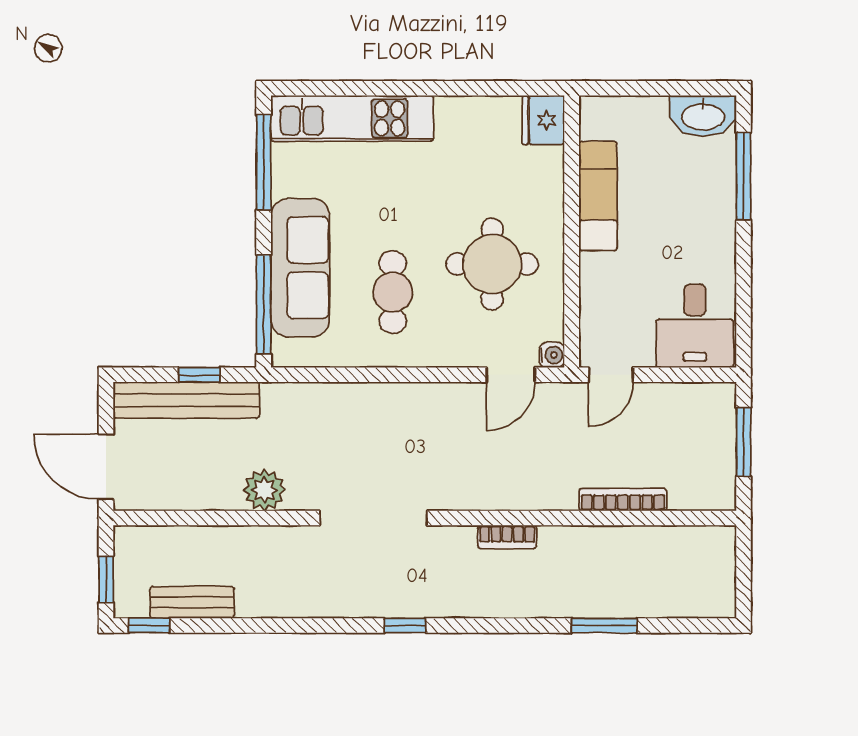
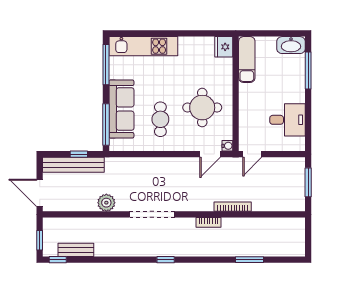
exam couch: (598, 196) -> (247, 60), moved
desk: (695, 326) -> (288, 120), moved, turned -90
bookcase: (623, 500) -> (233, 207), moved

